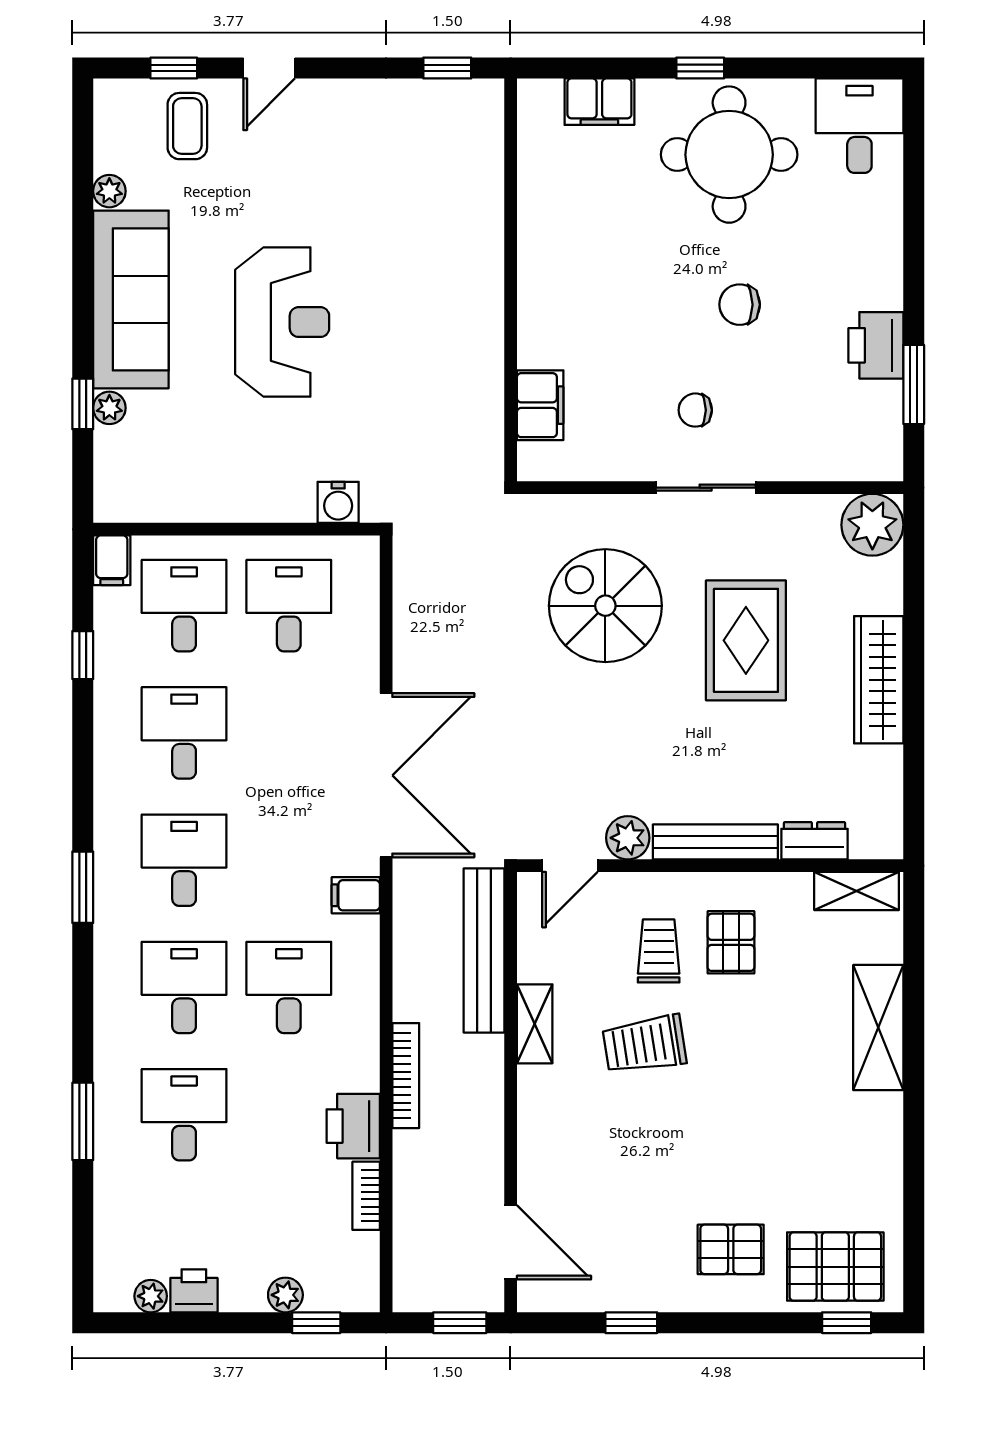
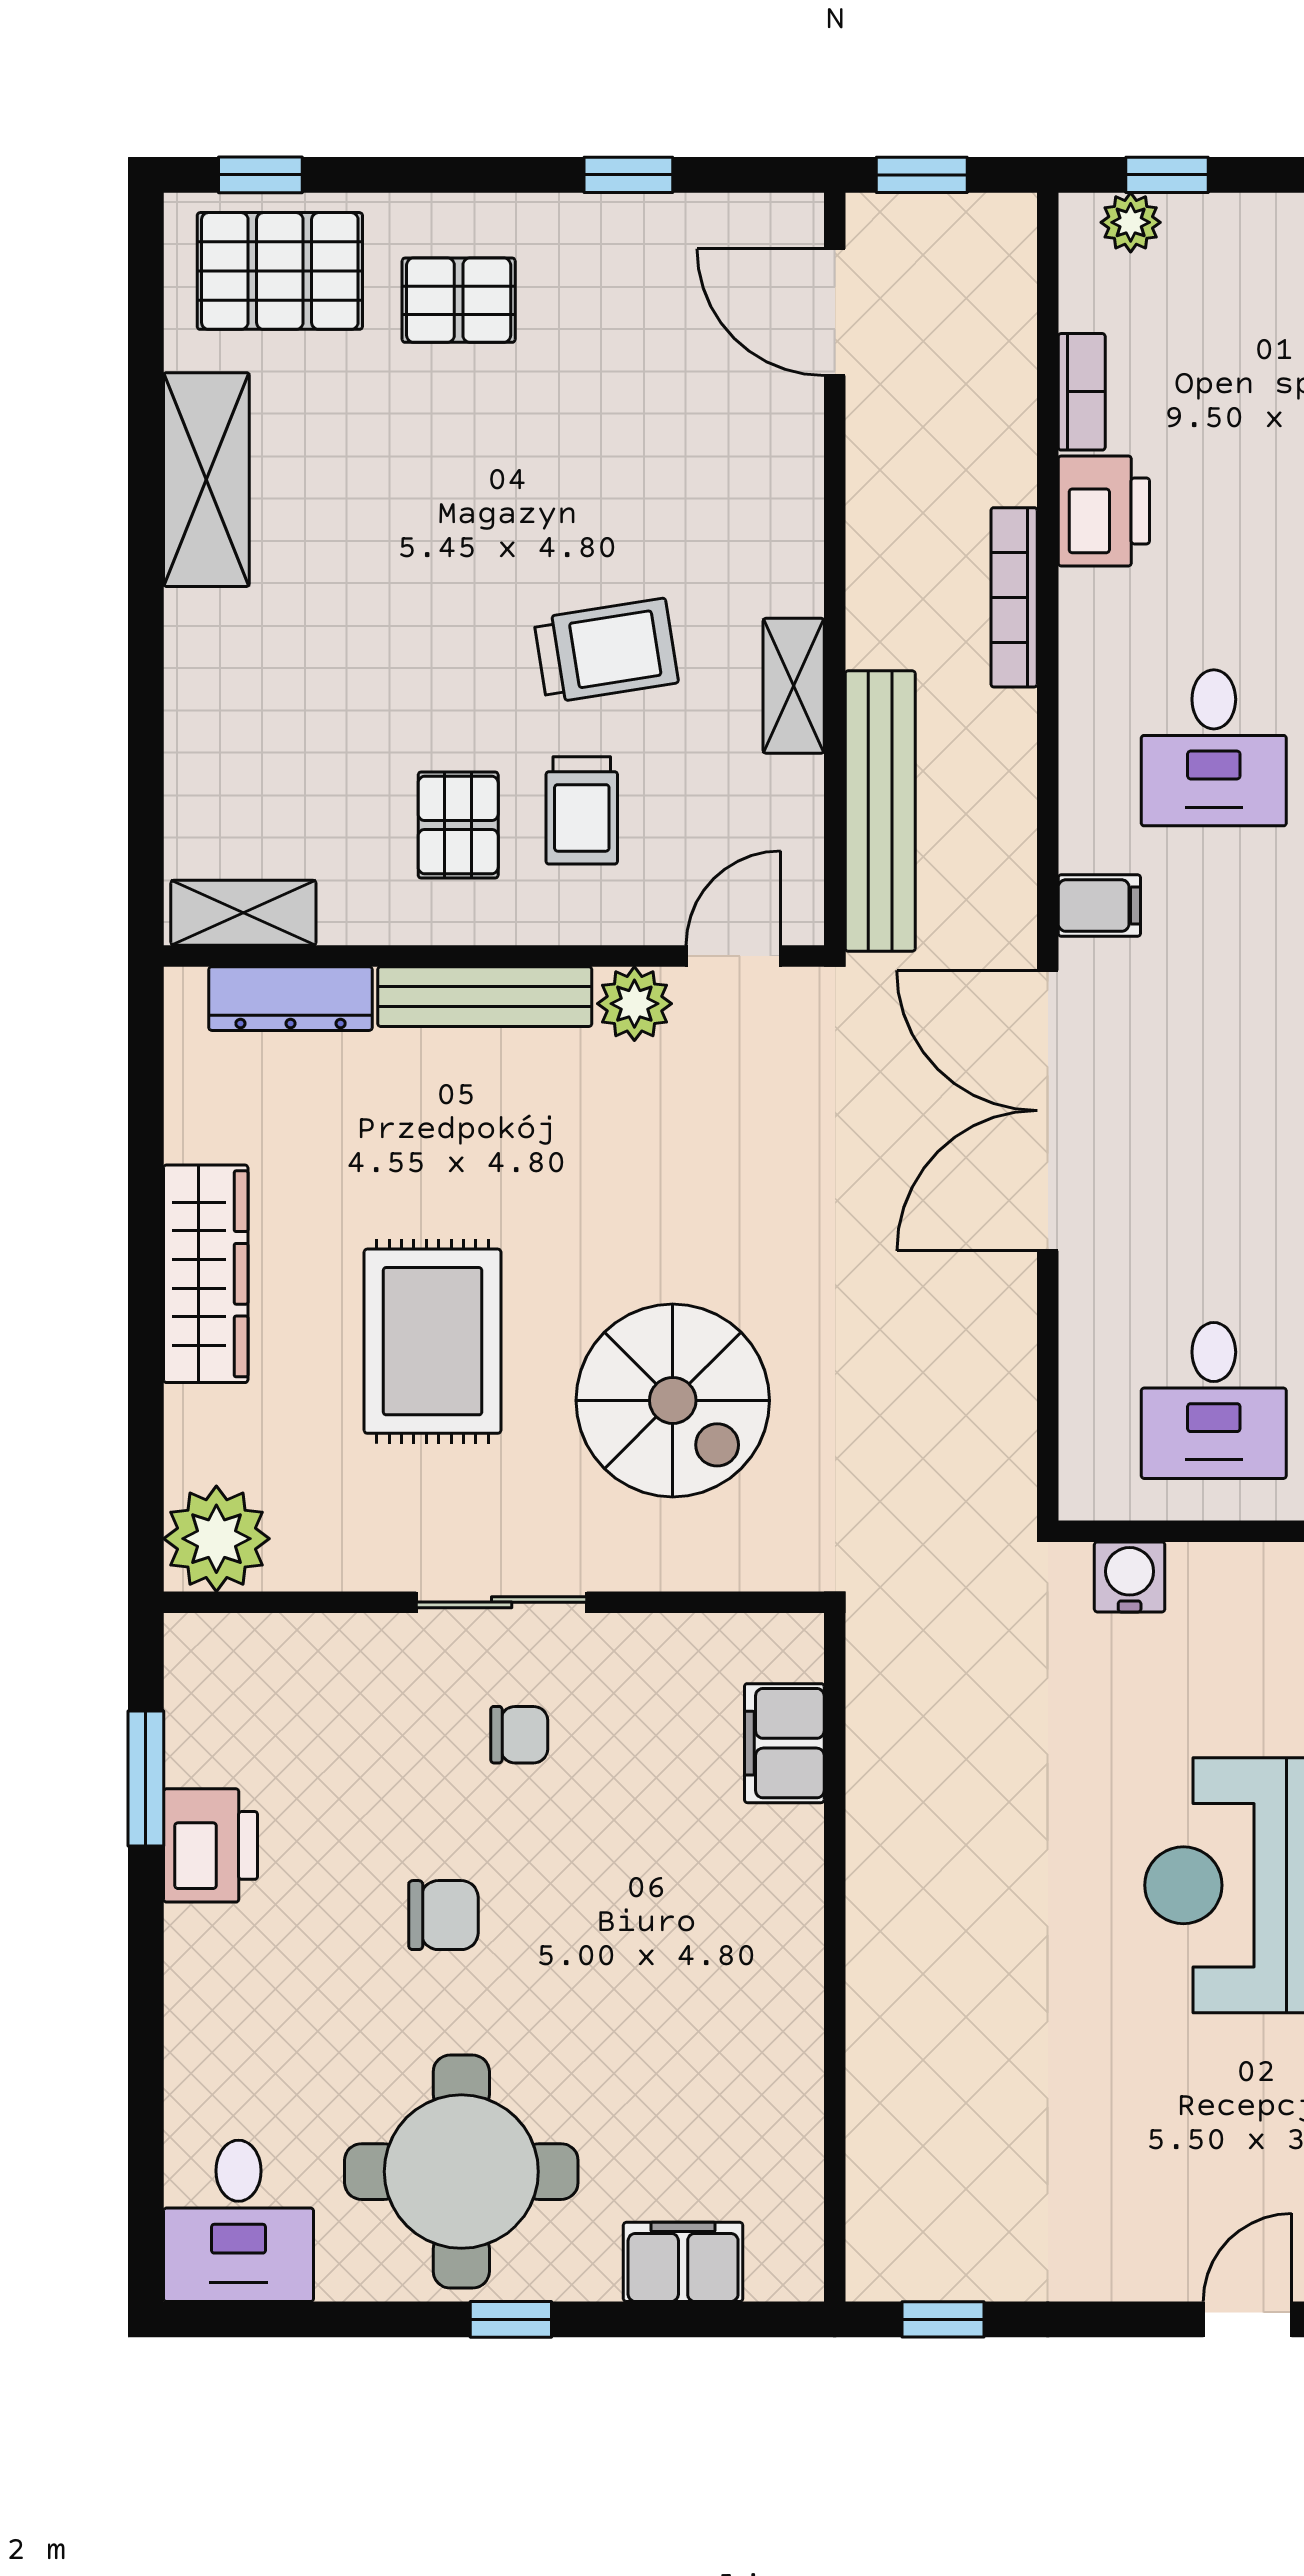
dresser: (815, 841) -> (291, 999), width x1.44
shelving: (878, 1028) -> (206, 480), moved
plant: (285, 1295) -> (1131, 222), moved

